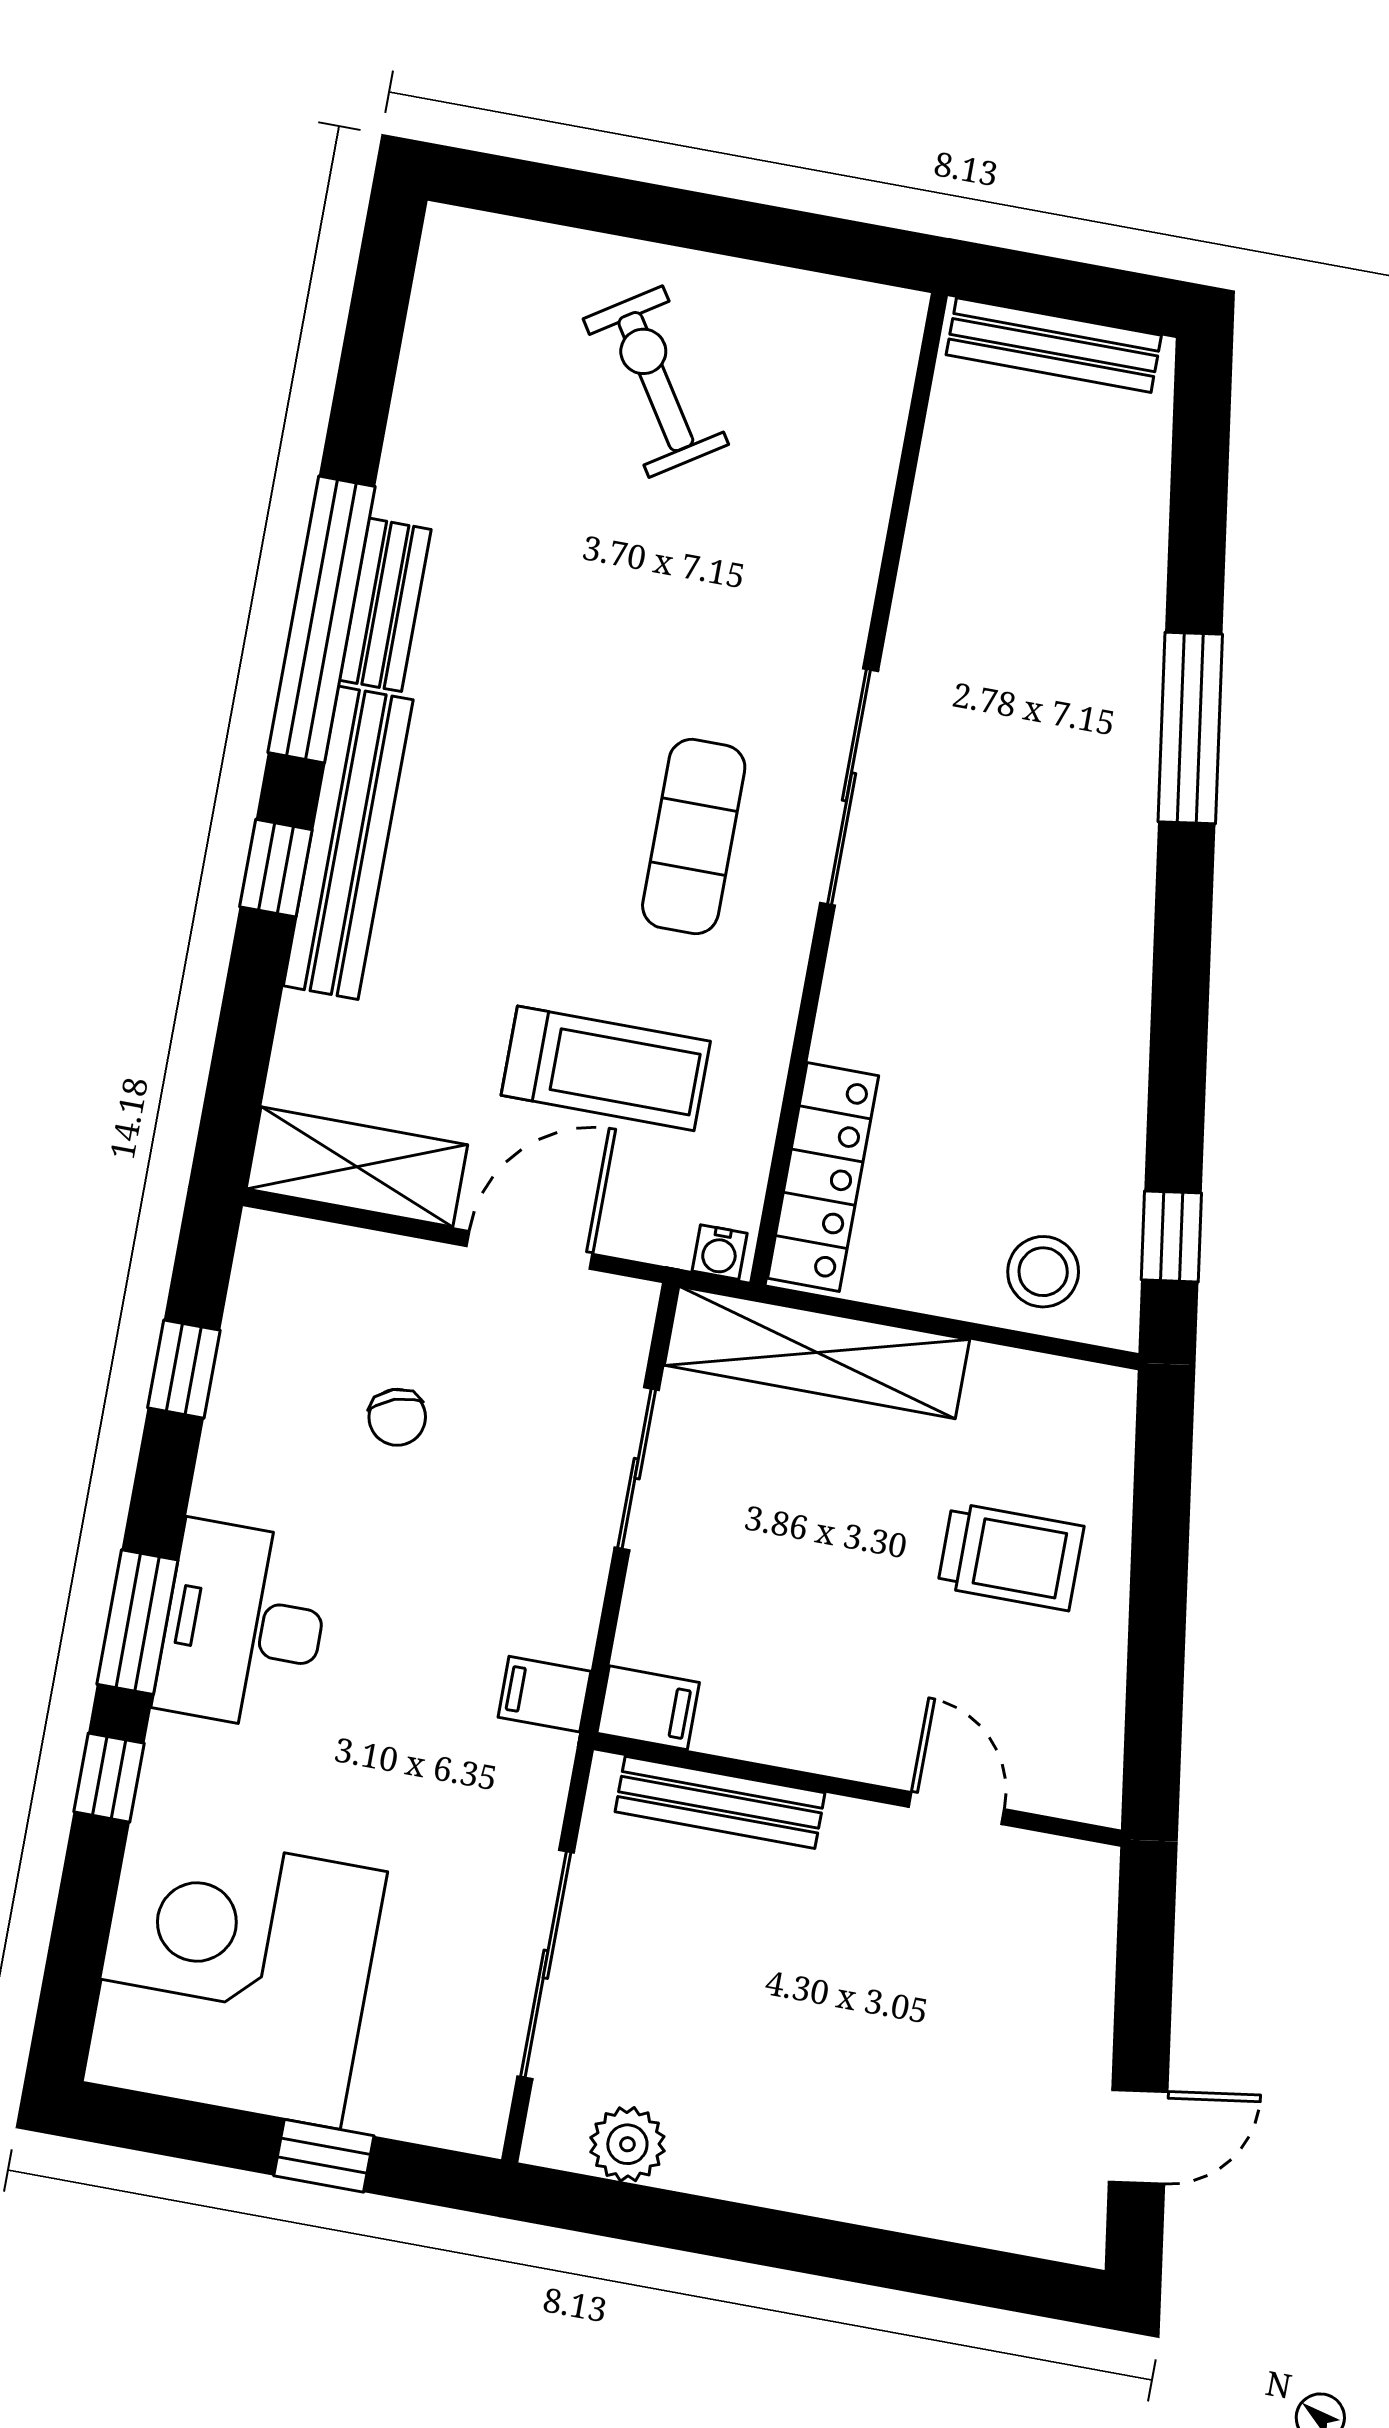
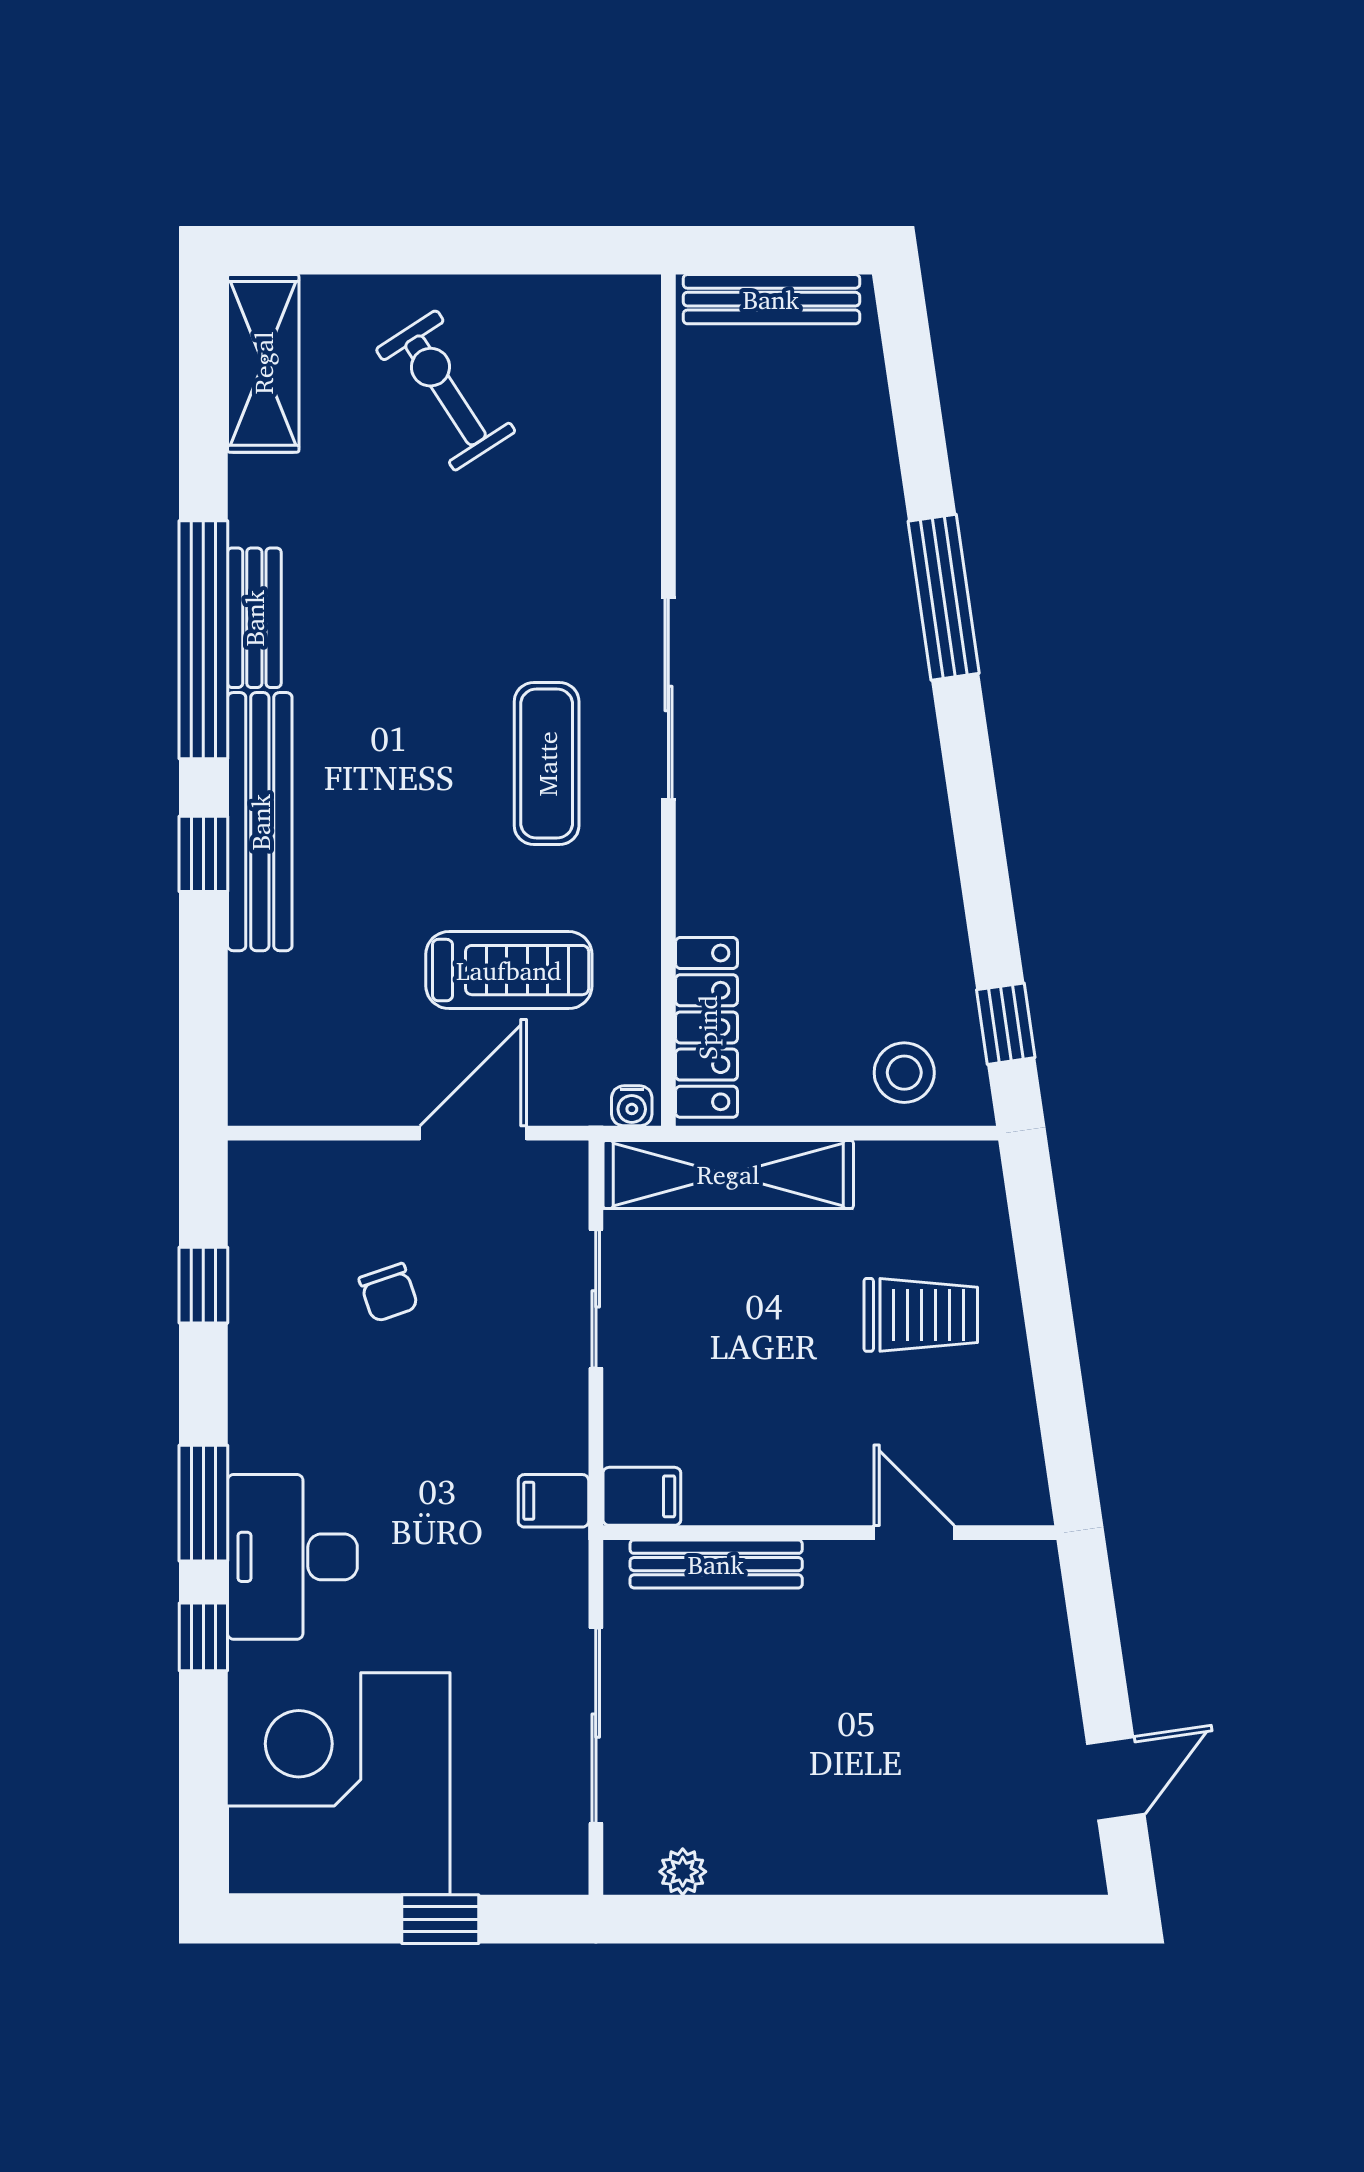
shelving: (357, 1167) -> (263, 363), moved, turned 90
desk: (244, 1626) -> (292, 1557), moved
plant: (627, 2144) -> (683, 1872), width x0.73, depth x0.73

